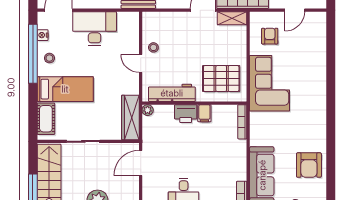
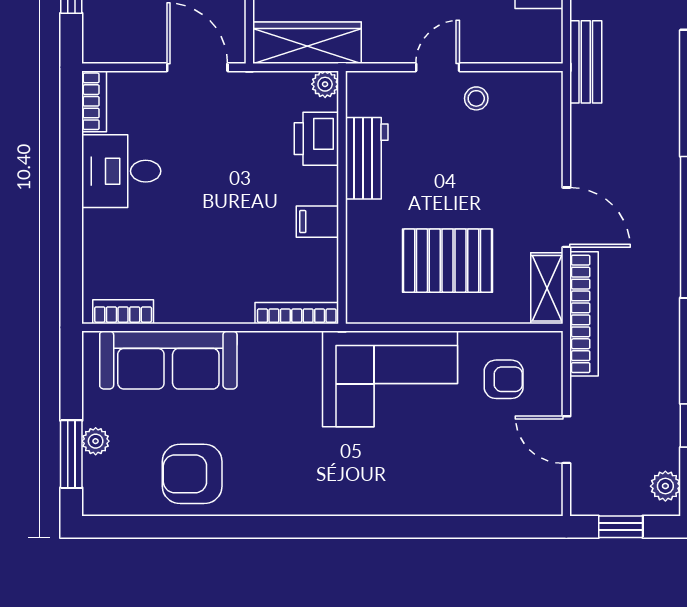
pallet: (221, 79) -> (448, 261), moved, turned 90
workbench: (172, 93) -> (367, 158), width x0.73
printer: (186, 114) -> (316, 139), moved

